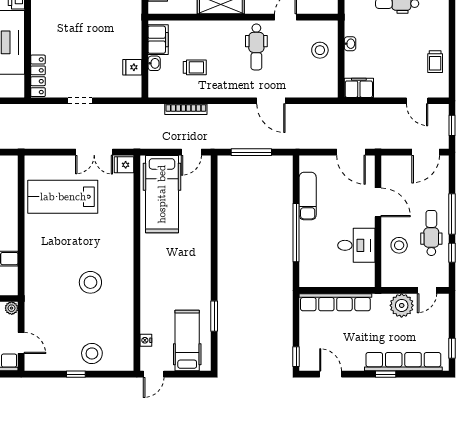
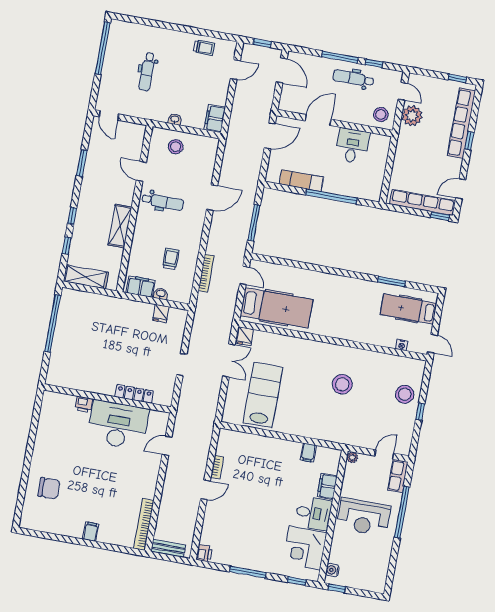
locker: (38, 76) -> (134, 394), moved
lab bench: (63, 197) -> (263, 395), turned 180
stool: (399, 245) -> (381, 115), moved
row of seats: (335, 302) -> (423, 202), moved, turned -90

